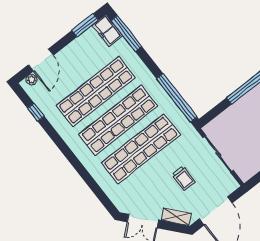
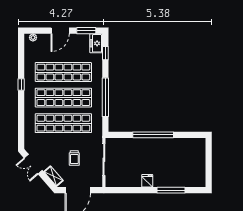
window: (126, 33) -> (105, 53), width x0.46
door: (41, 60) -> (60, 31), moved
window: (177, 98) -> (105, 97), moved
window: (36, 112) -> (21, 84), moved

